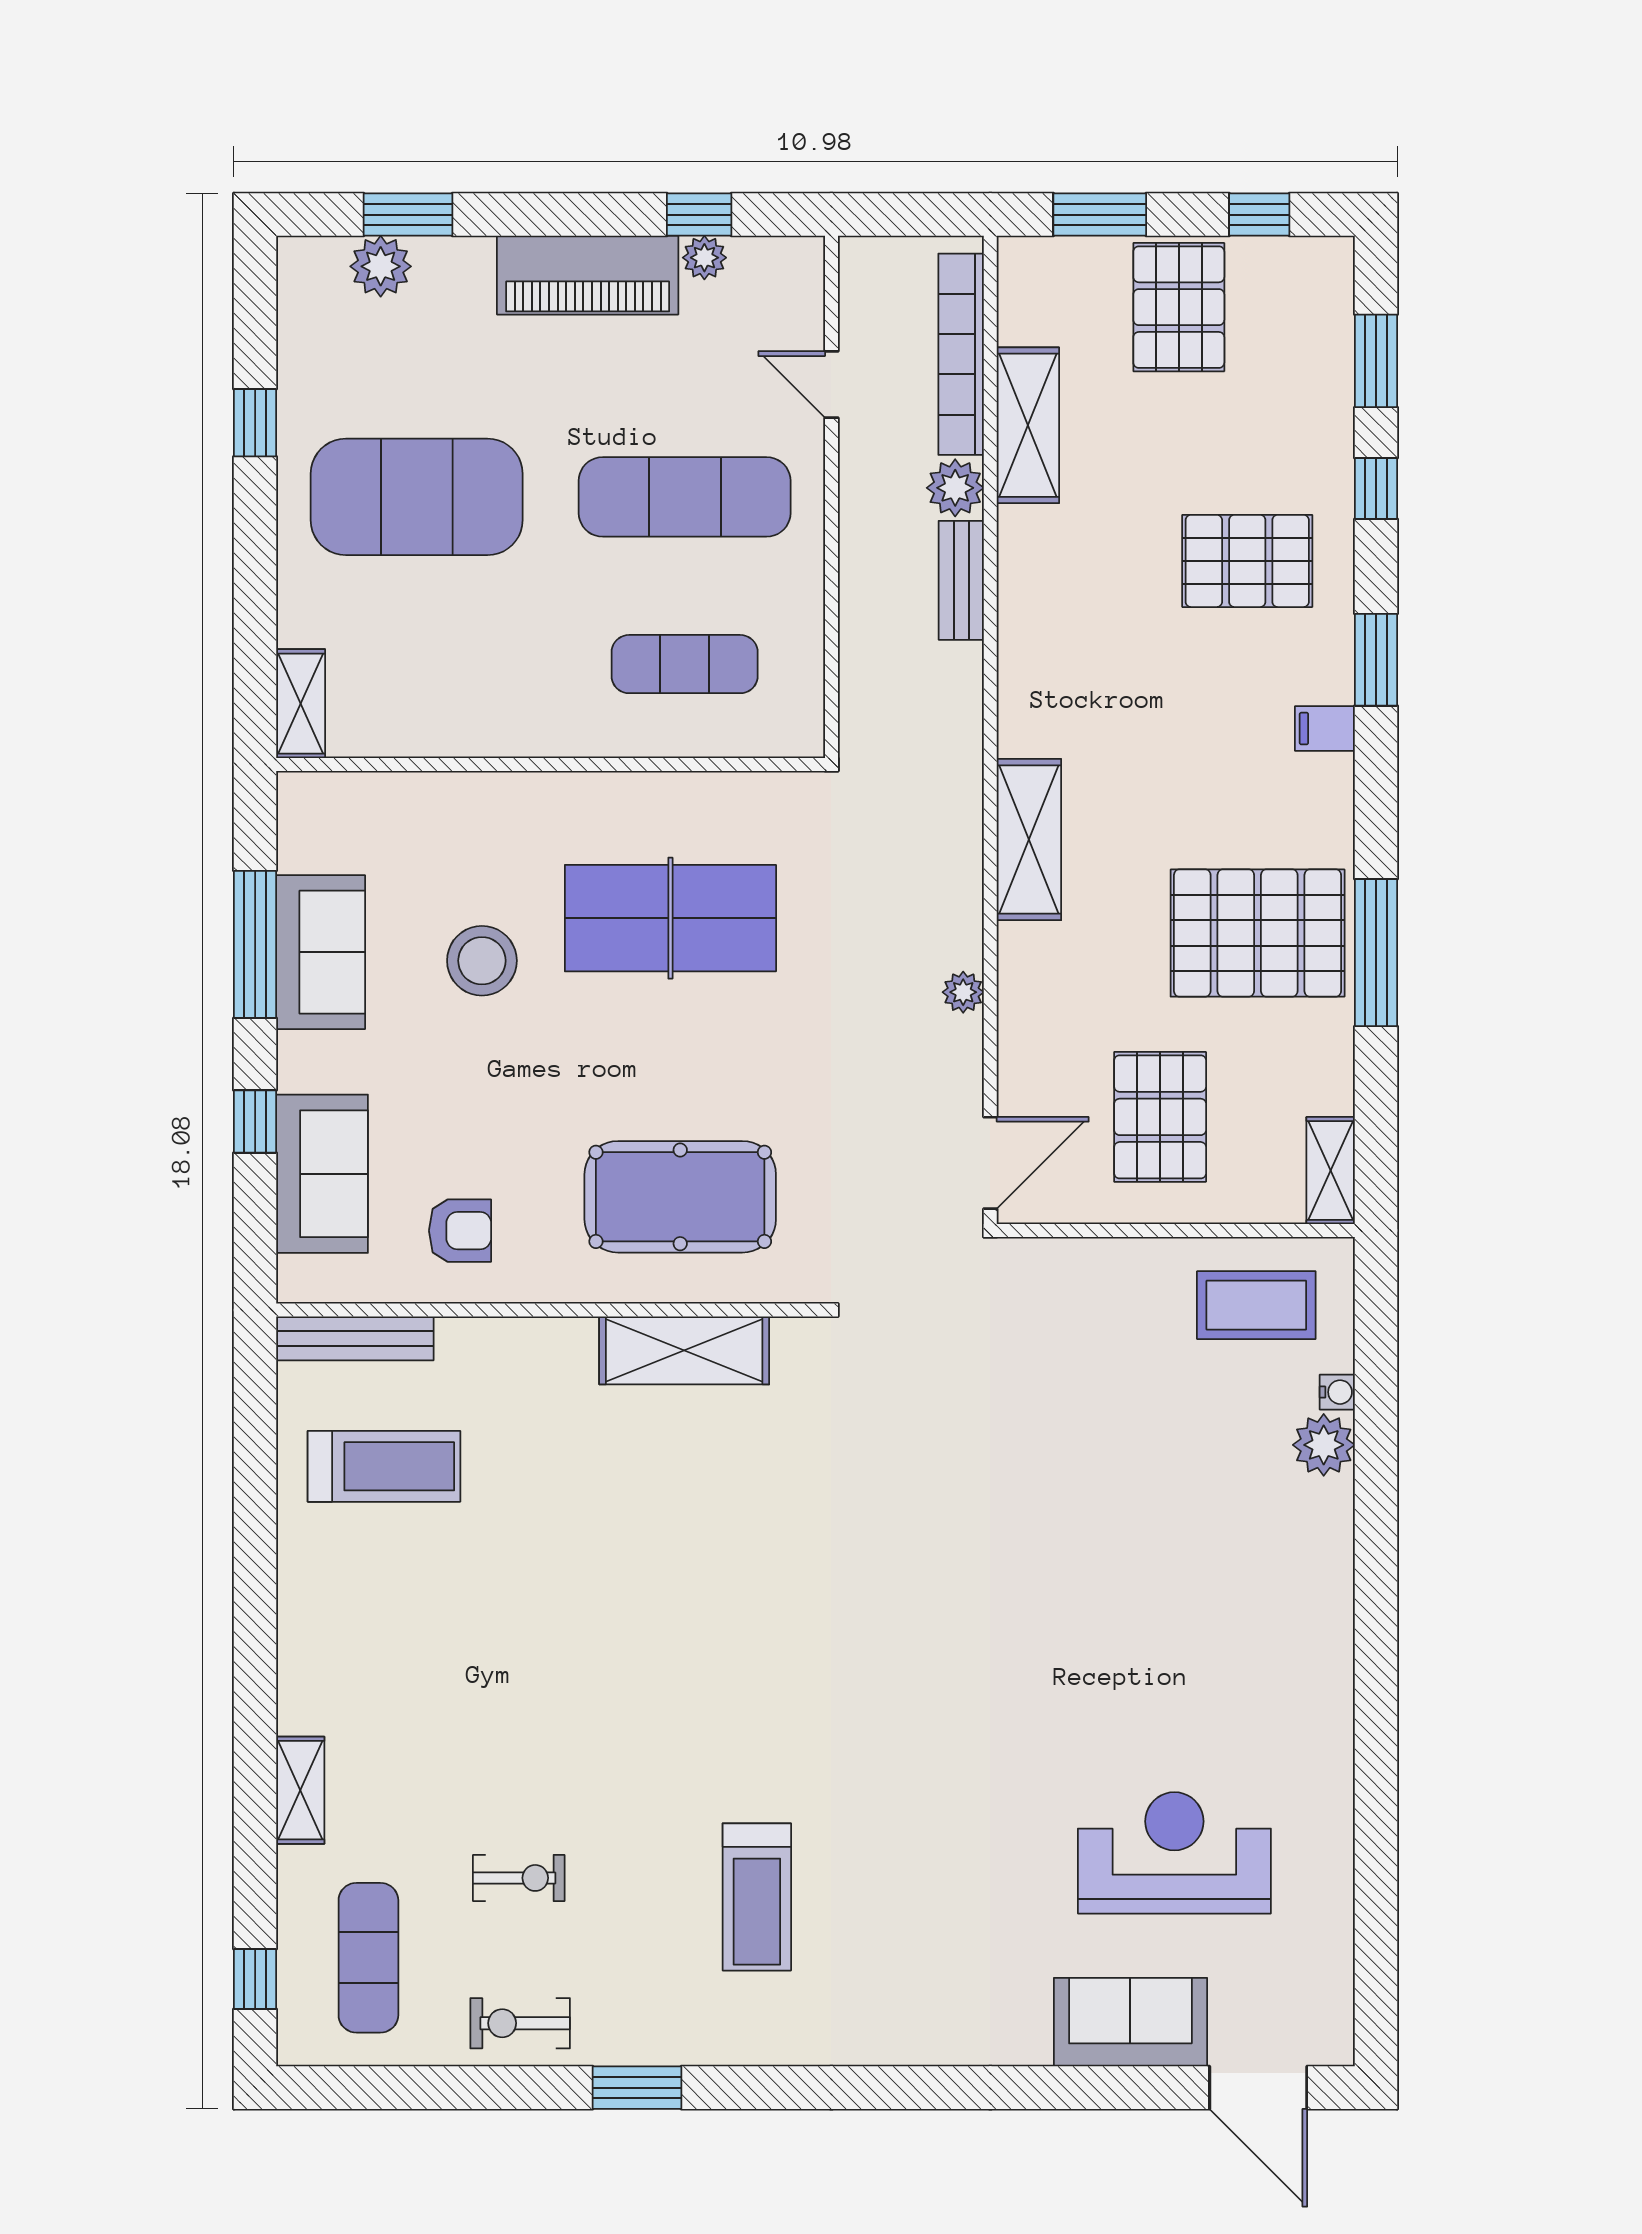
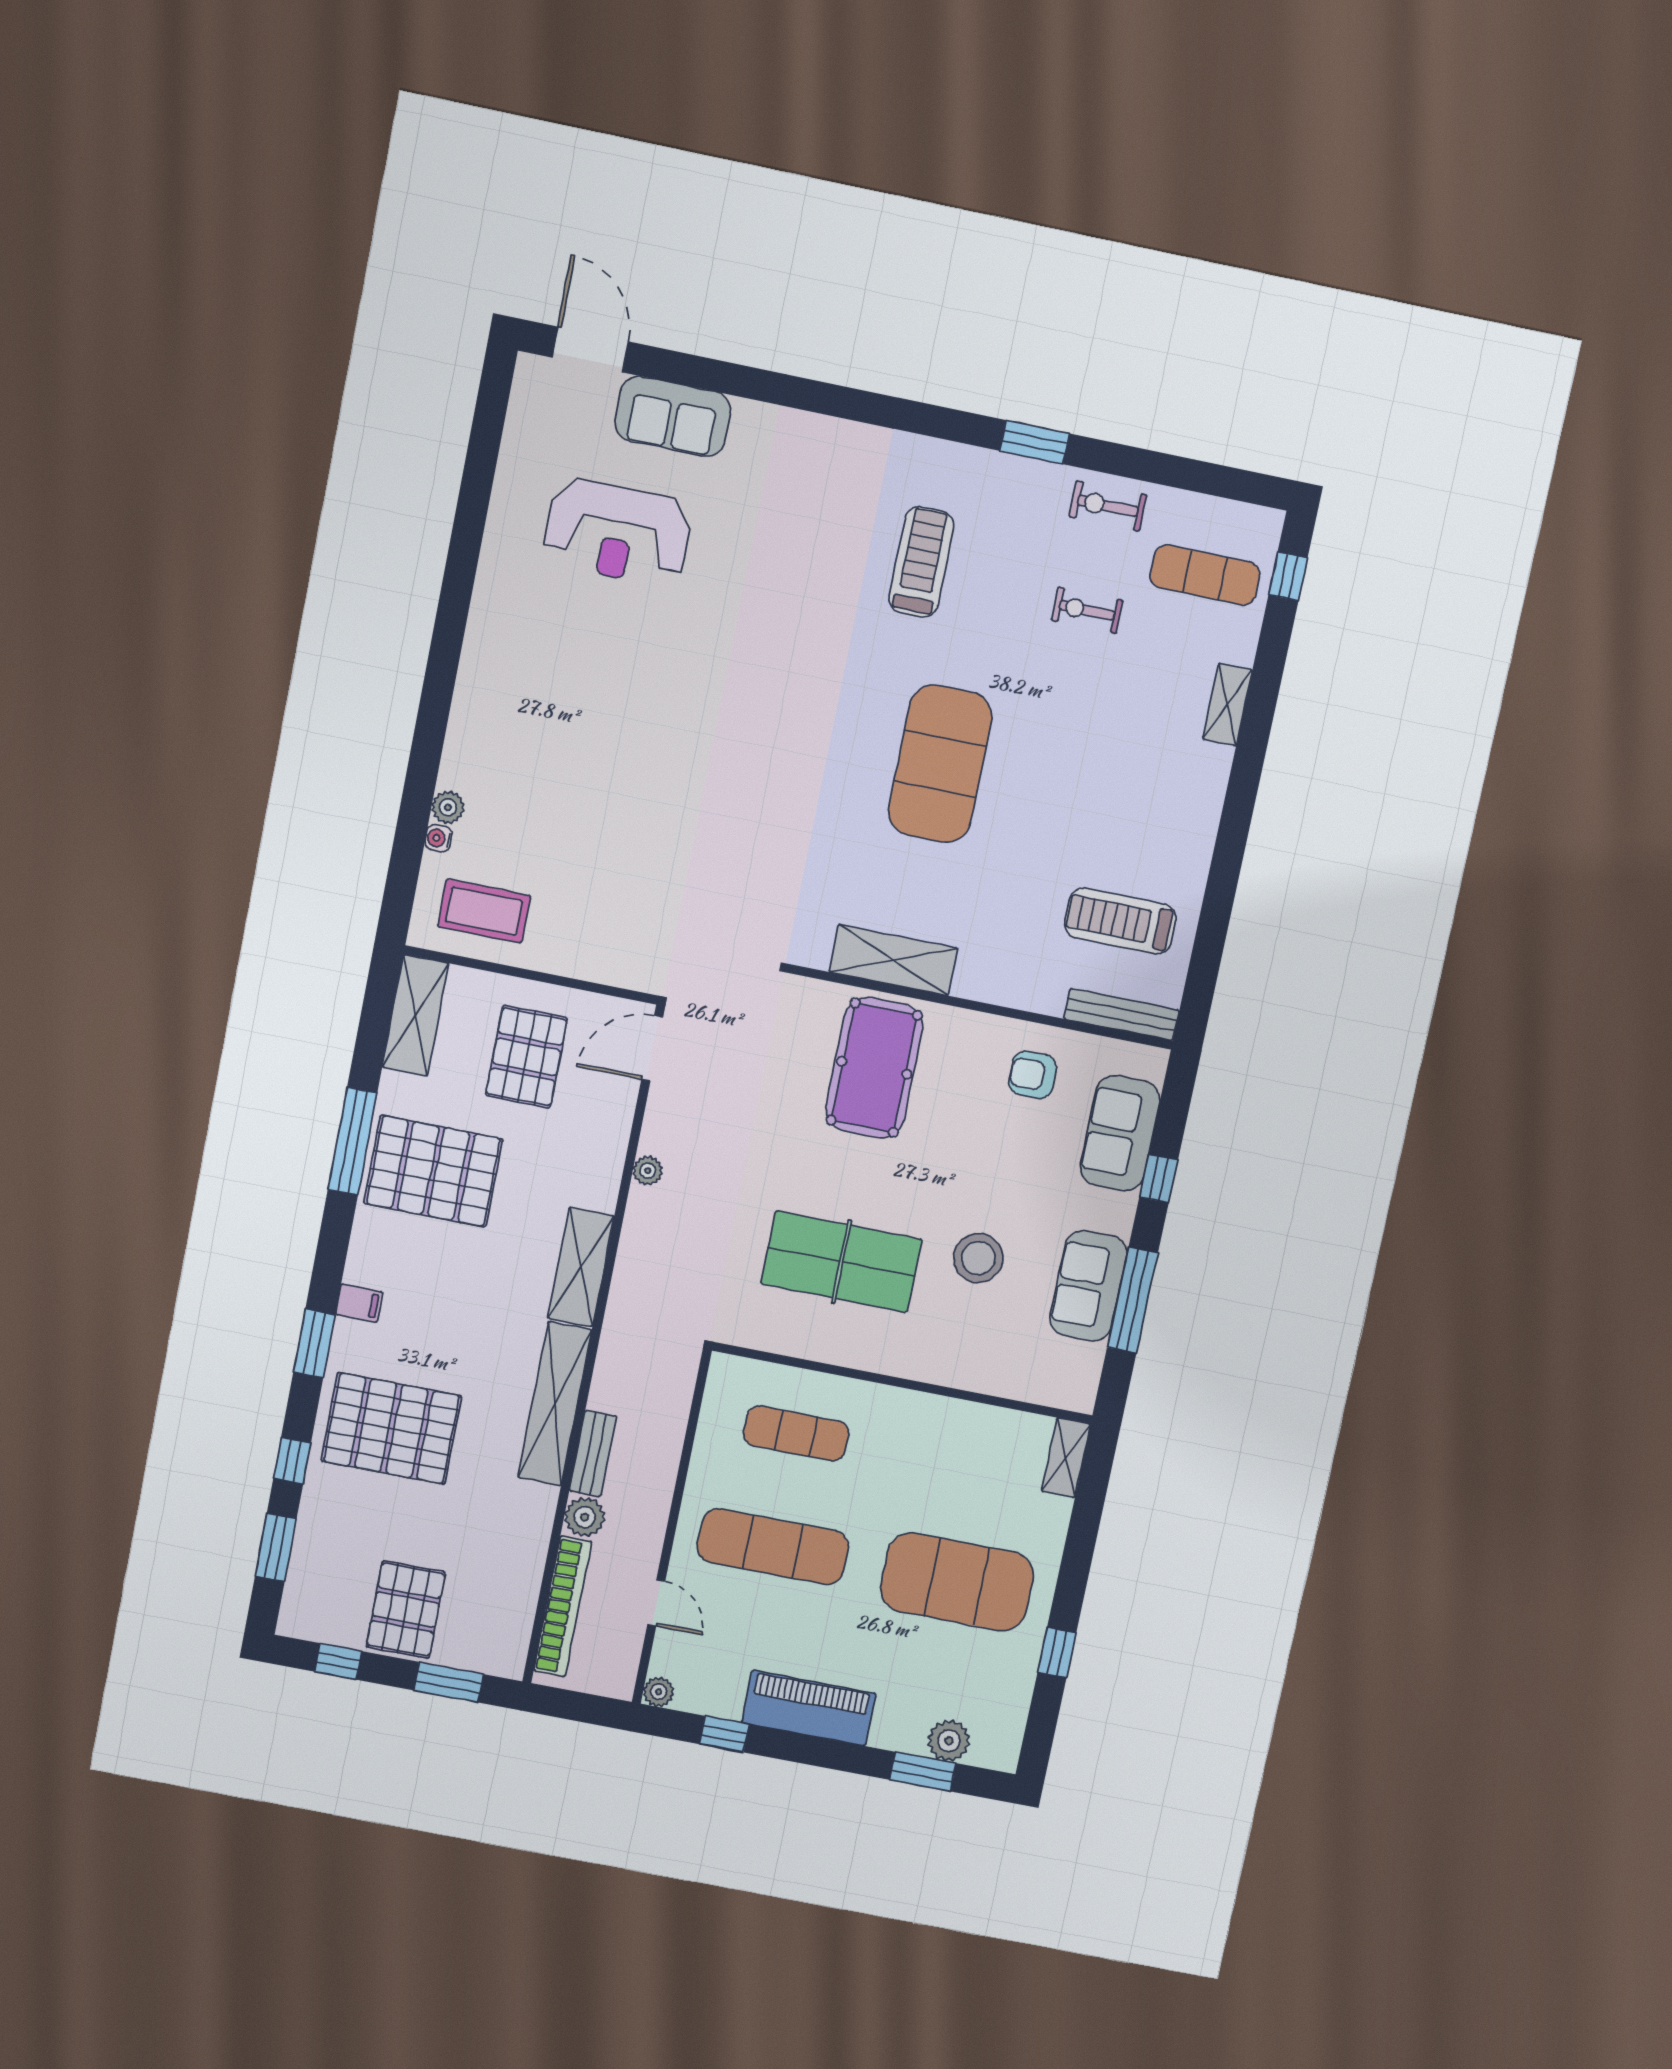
plant: (704, 258) -> (659, 1692), moved
shelving: (1028, 425) -> (555, 1404), moved, width x1.47
pallet: (1247, 561) -> (391, 1428), width x1.37, depth x1.41
shelving: (1331, 1171) -> (415, 1015), width x1.50, depth x1.33
pool table: (680, 1197) -> (874, 1068), turned 90
plant: (1324, 1445) -> (448, 807), width x0.73, depth x0.73
exercise mat: (675, 1631) -> (940, 764), added
exercise mat: (368, 1958) -> (1205, 575), turned 90
exercise bike: (520, 2023) -> (1108, 506), turned 180

